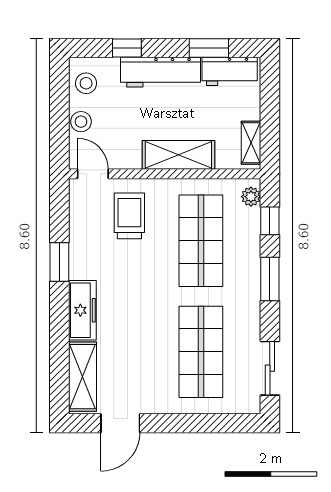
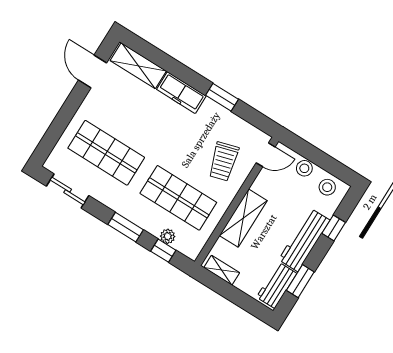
plant: (251, 197) -> (168, 236), moved
trolley: (129, 216) -> (224, 161), turned 74

